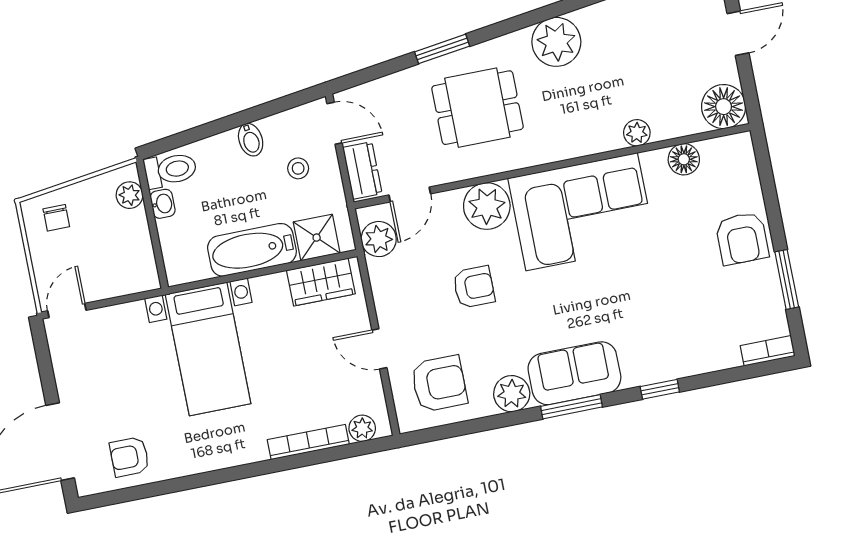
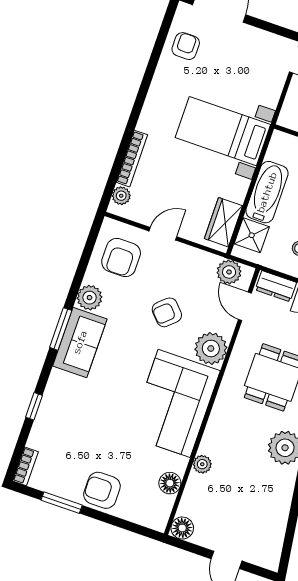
floor lamp: (724, 107) -> (182, 528), width x0.73, depth x0.73
armchair: (474, 287) -> (167, 312), turned 48
window: (660, 389) -> (34, 406), moved

